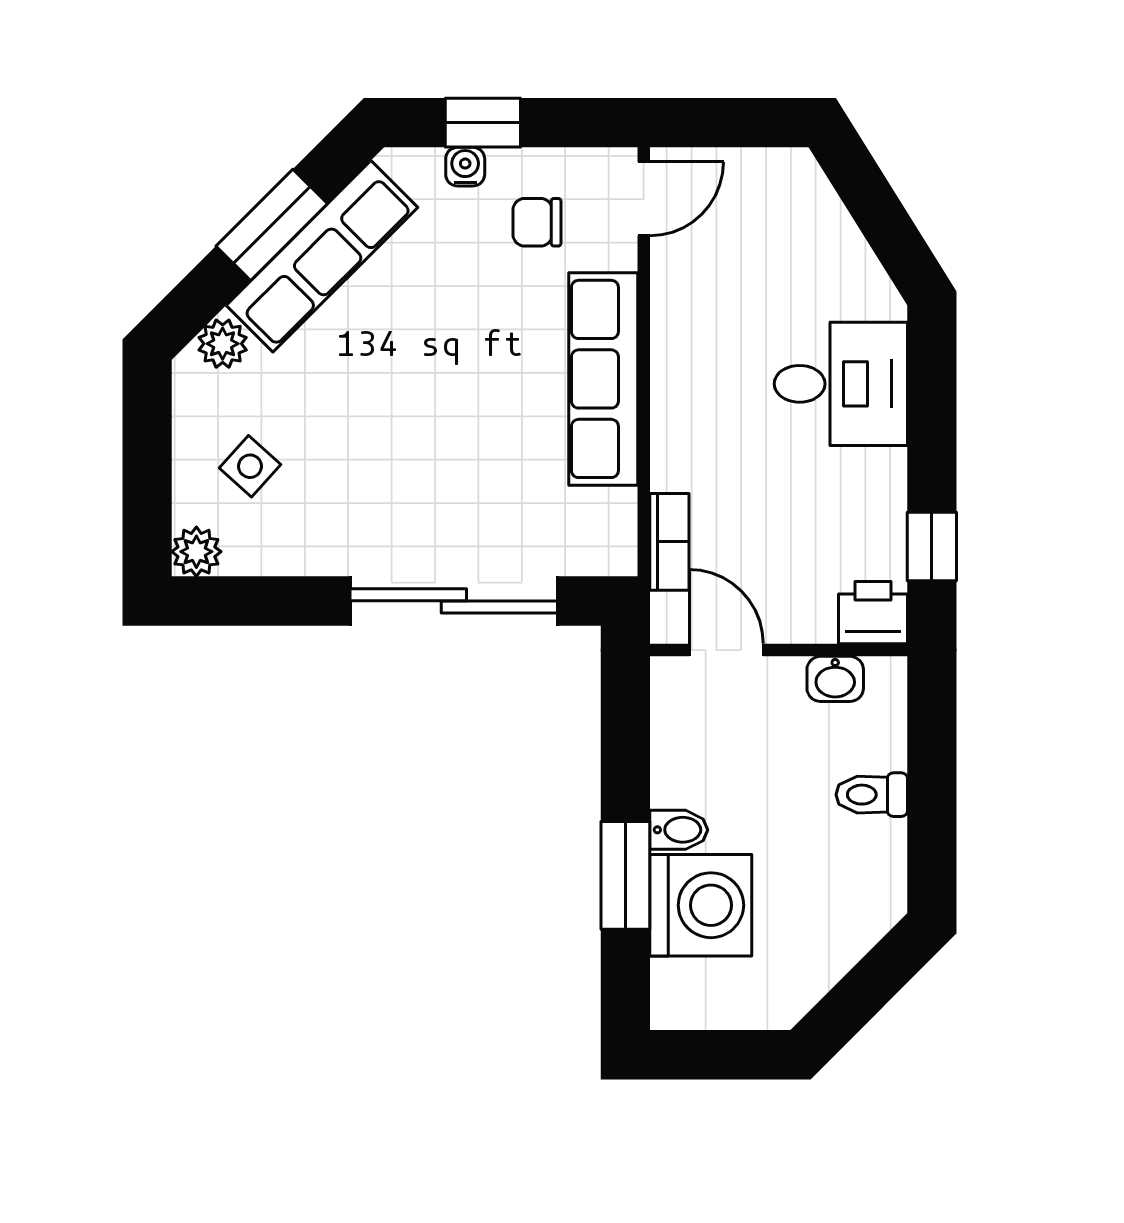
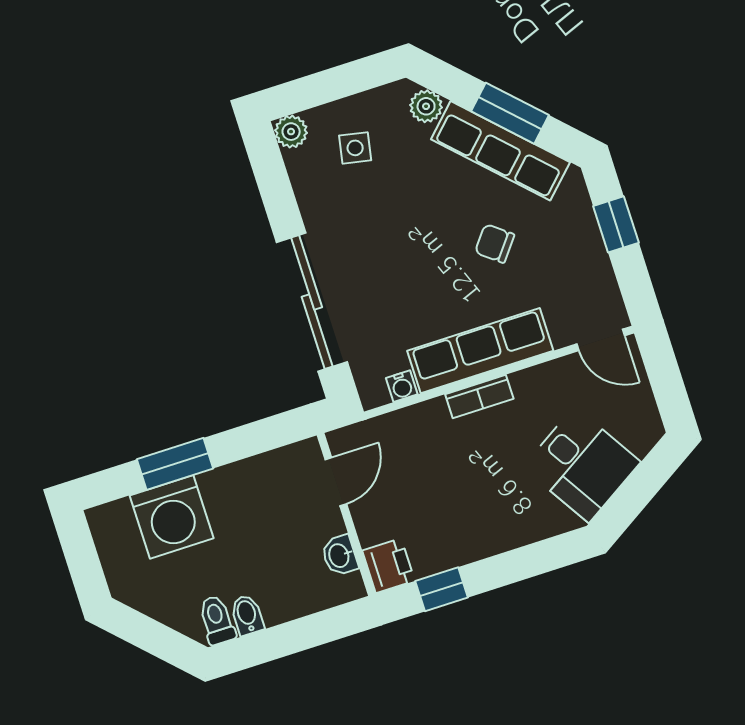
water cooler: (465, 167) -> (402, 386), moved, turned 90
chair: (537, 222) -> (495, 243), moved, turned -52
desk: (841, 384) -> (582, 464), moved, turned -32
side table: (250, 466) -> (355, 148), turned -31
bookcase: (669, 542) -> (479, 396), moved
toilet: (872, 795) -> (217, 620), moved
bidet: (679, 830) -> (247, 615), moved, turned 180

